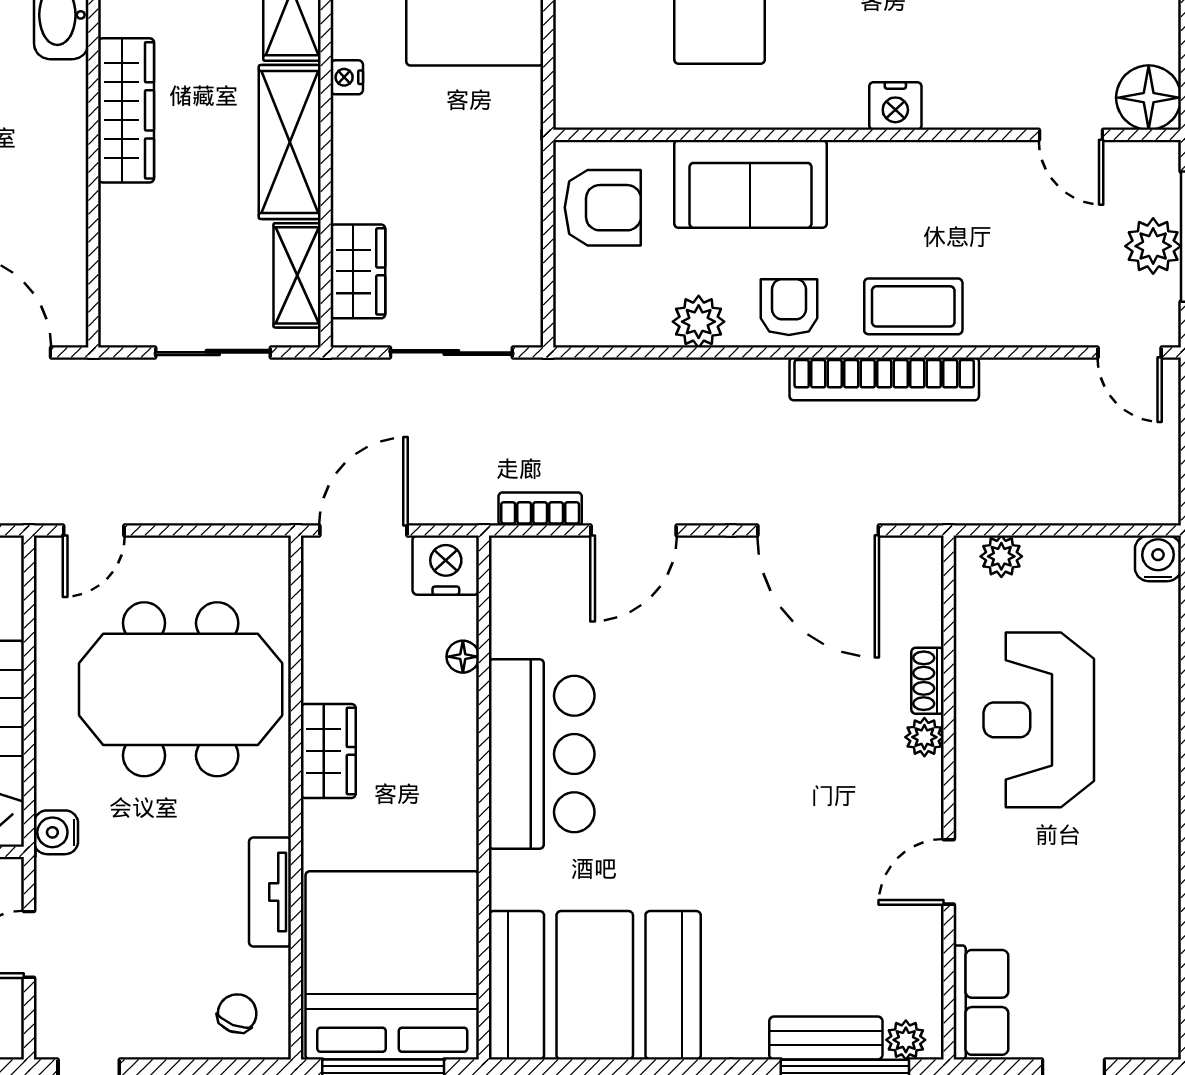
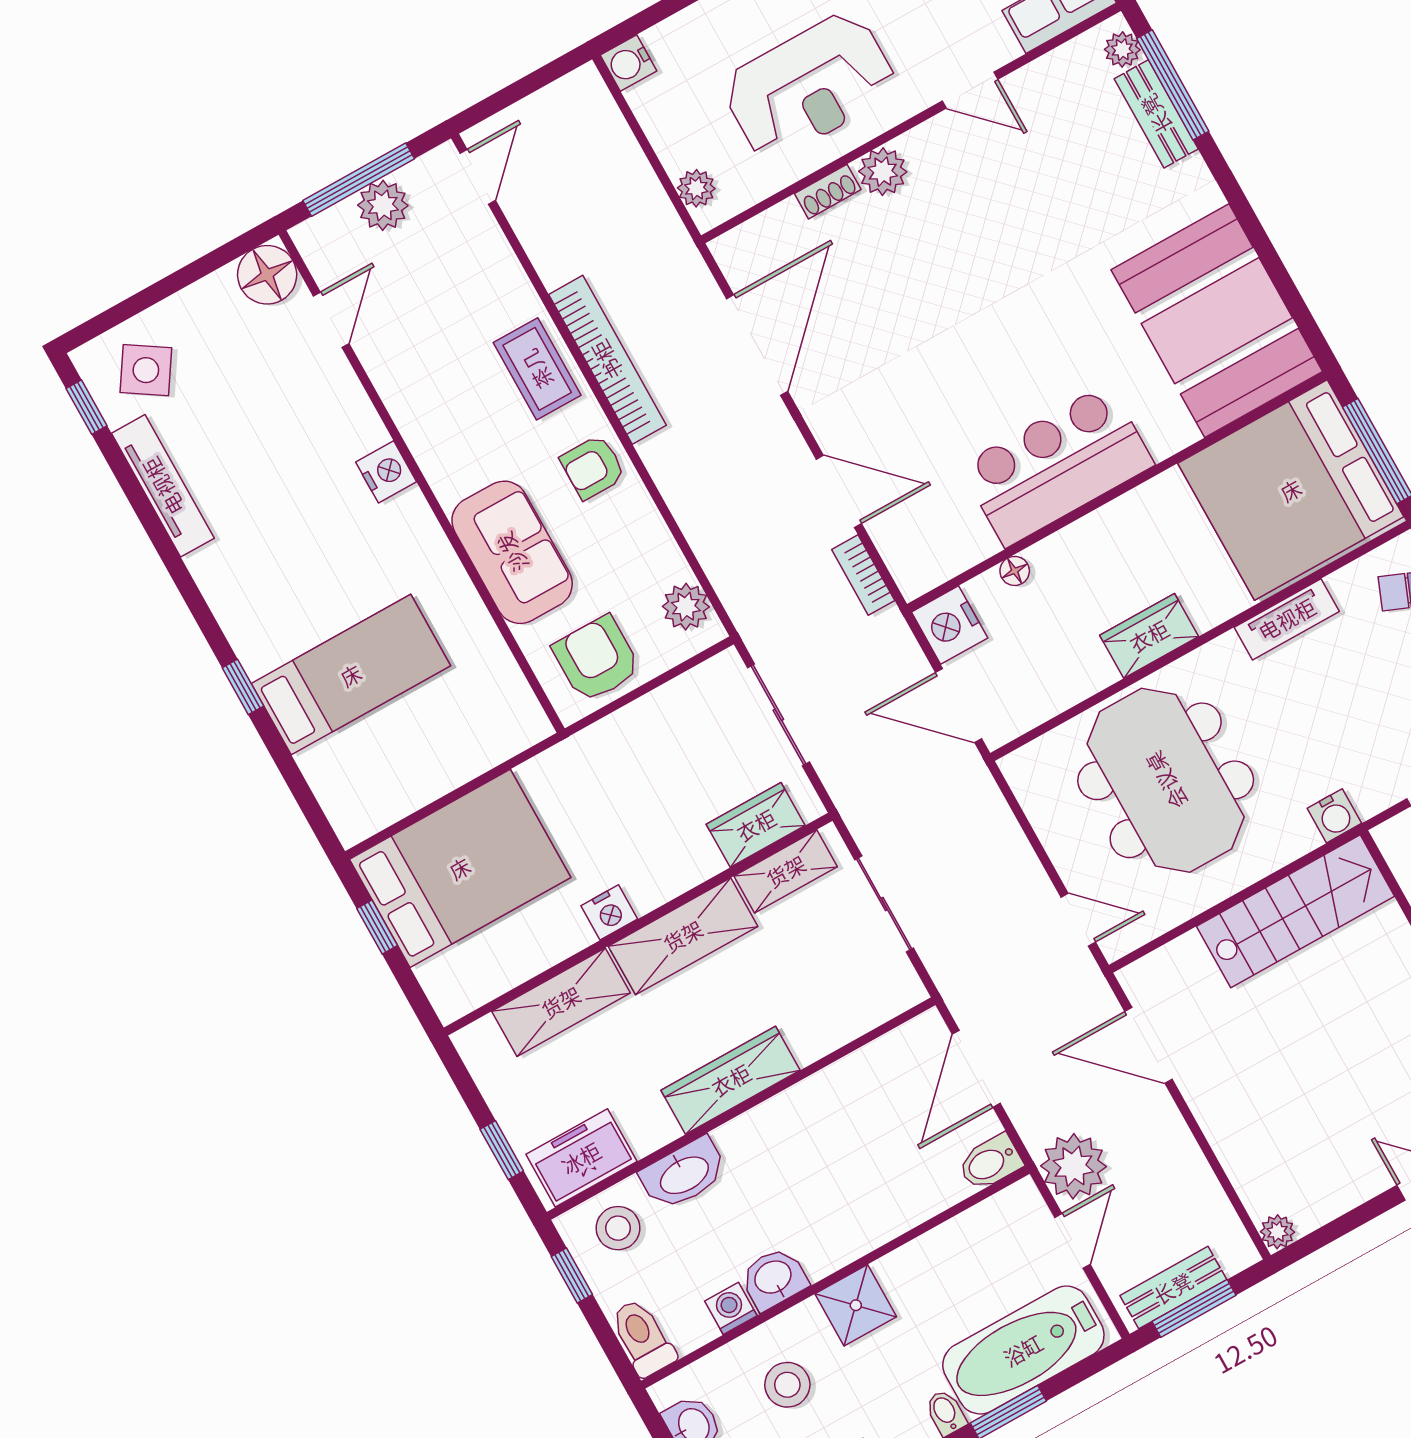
nightstand: (347, 77) -> (609, 912), width x1.39, depth x1.35
plant: (699, 322) -> (686, 607), moved
plant: (924, 737) -> (883, 172), width x1.38, depth x1.38

